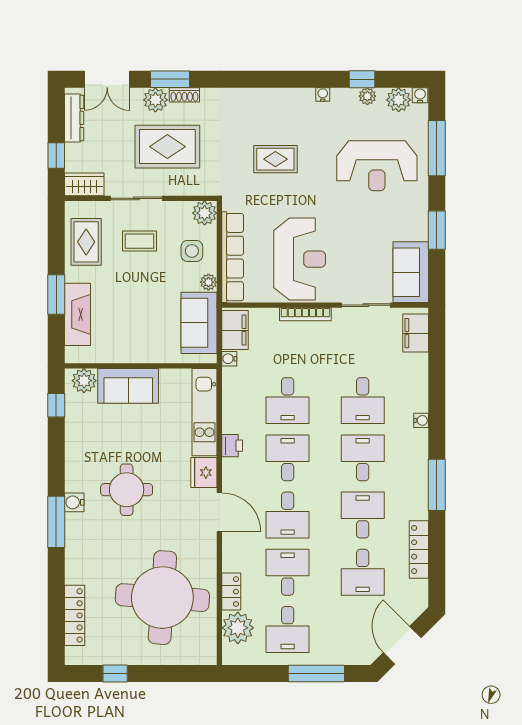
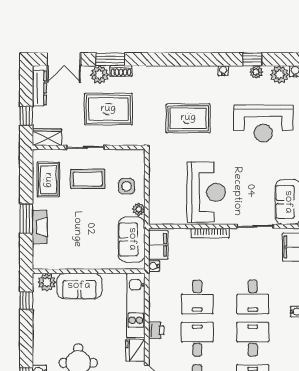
rug: (275, 159) -> (188, 118), width x1.36, depth x1.43
plant: (205, 213) -> (136, 158), removed
coffee table: (140, 241) -> (88, 179), width x1.36, depth x1.30
row of seats: (233, 257) -> (157, 191), removed
fireplace: (78, 314) -> (40, 227), width x0.73, depth x0.76

